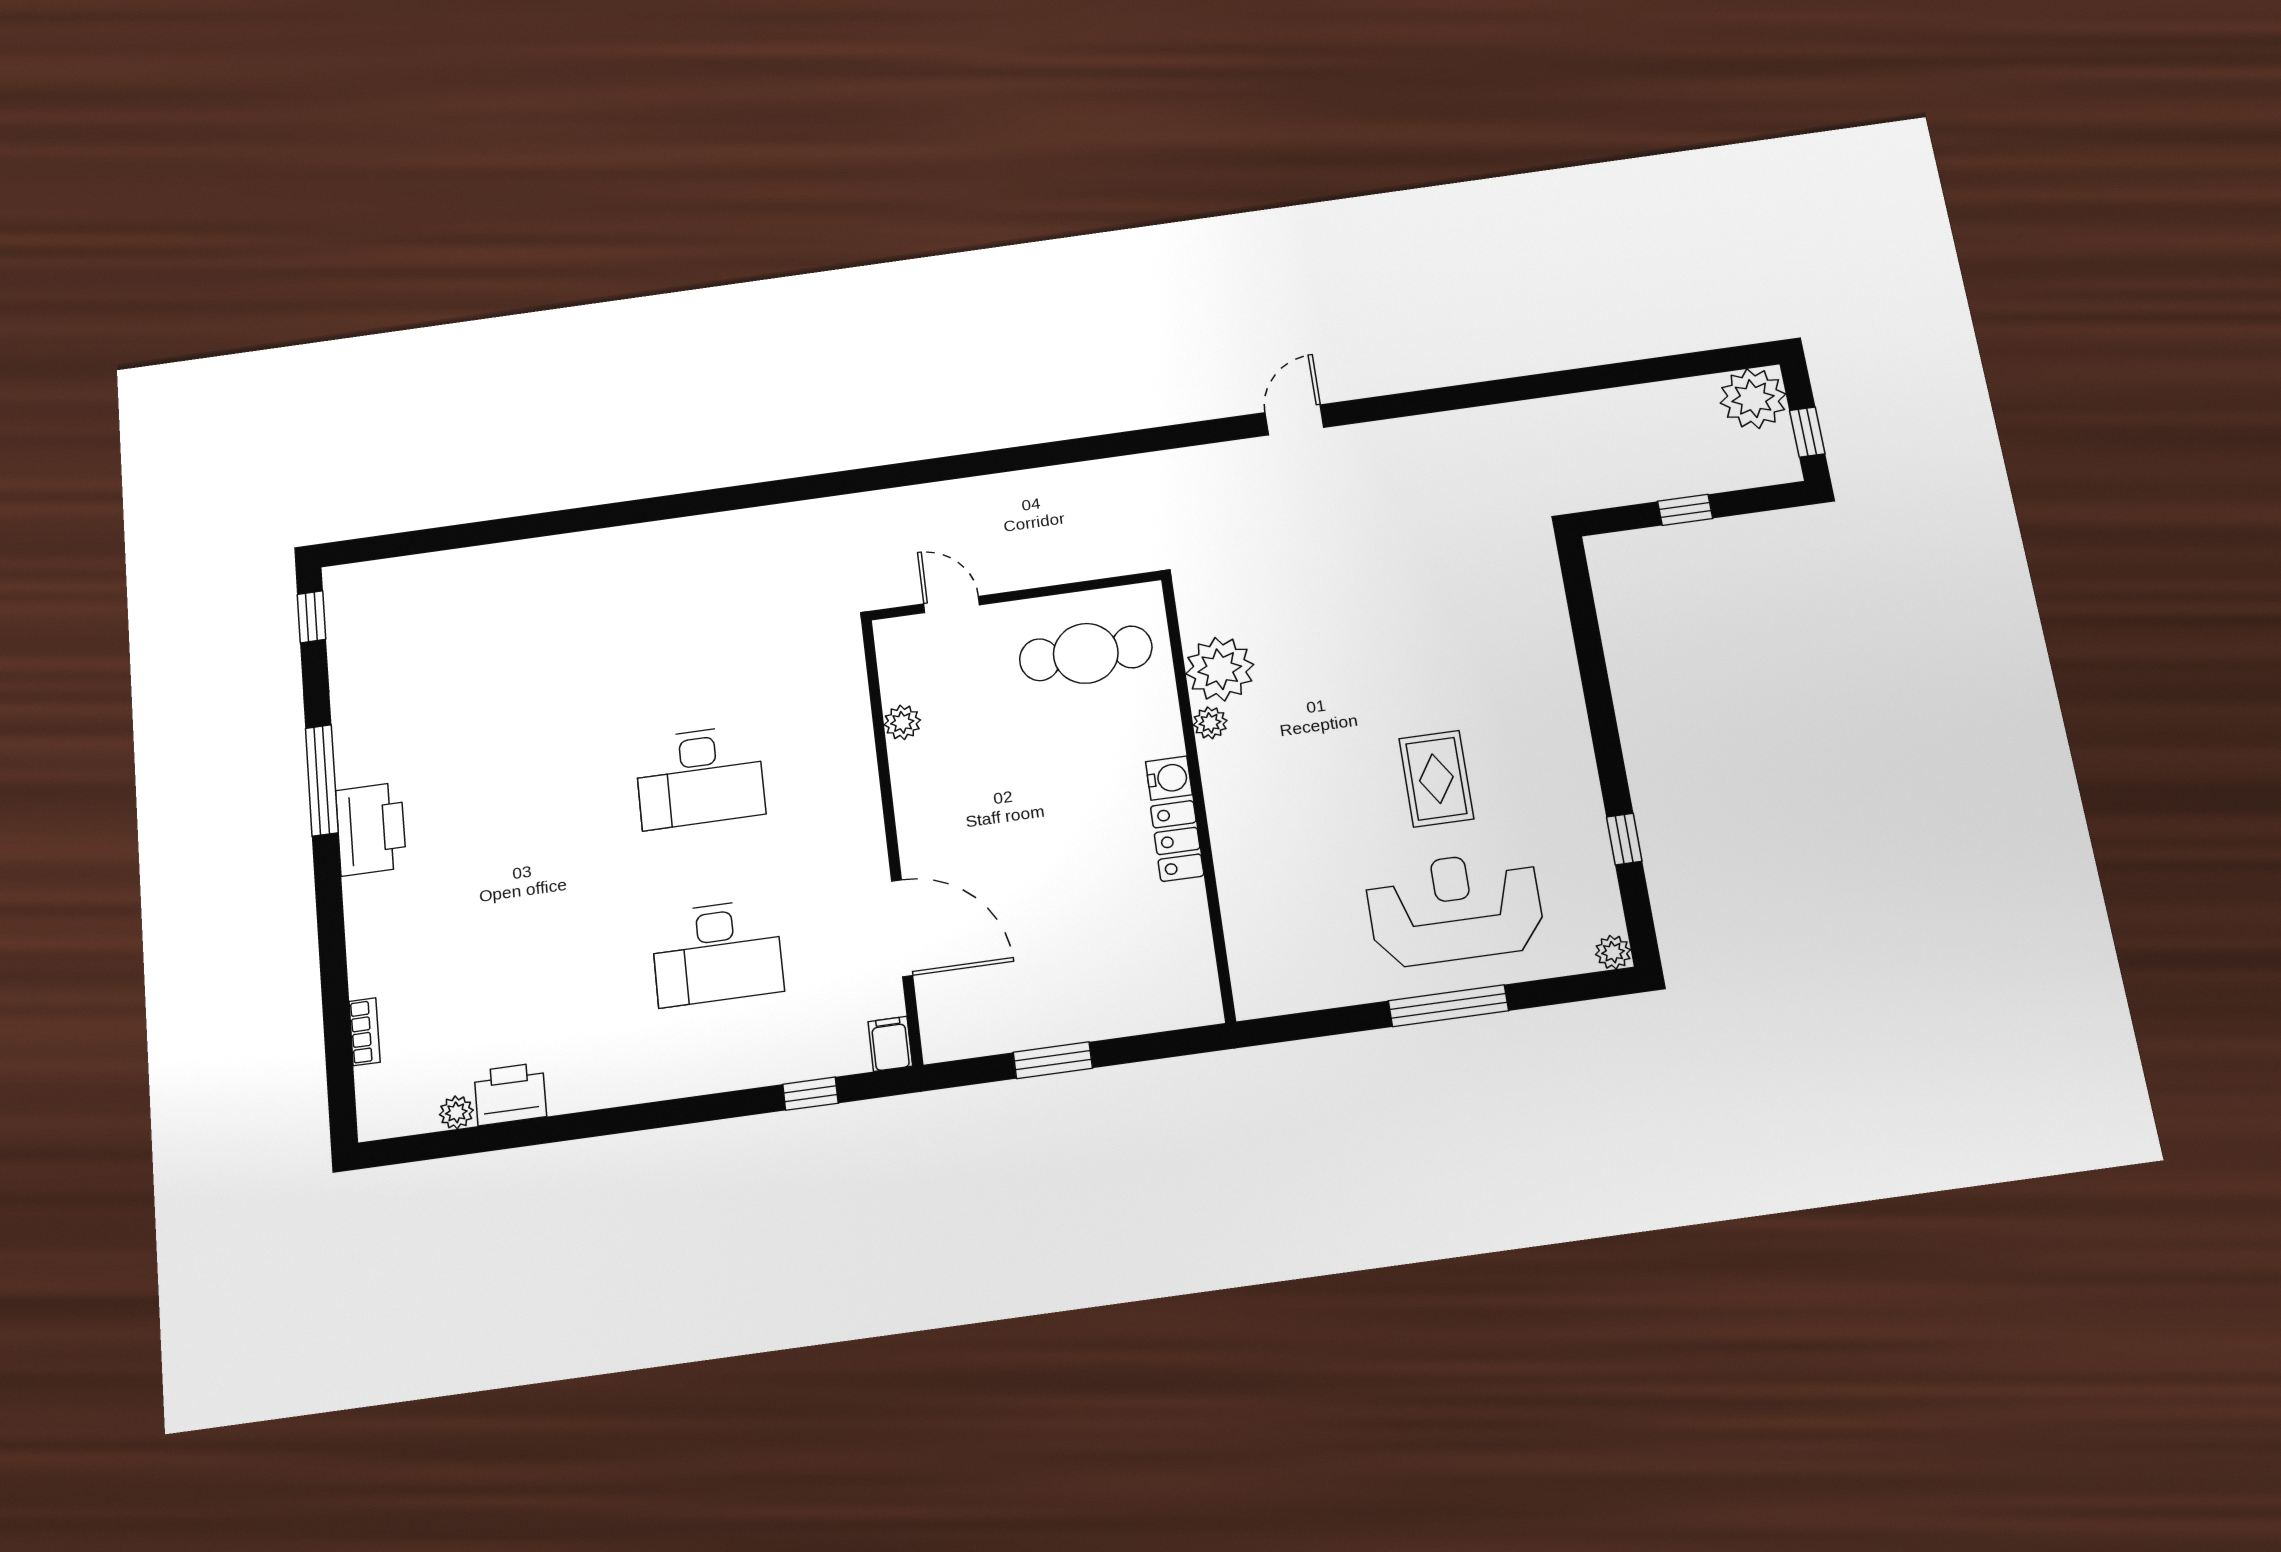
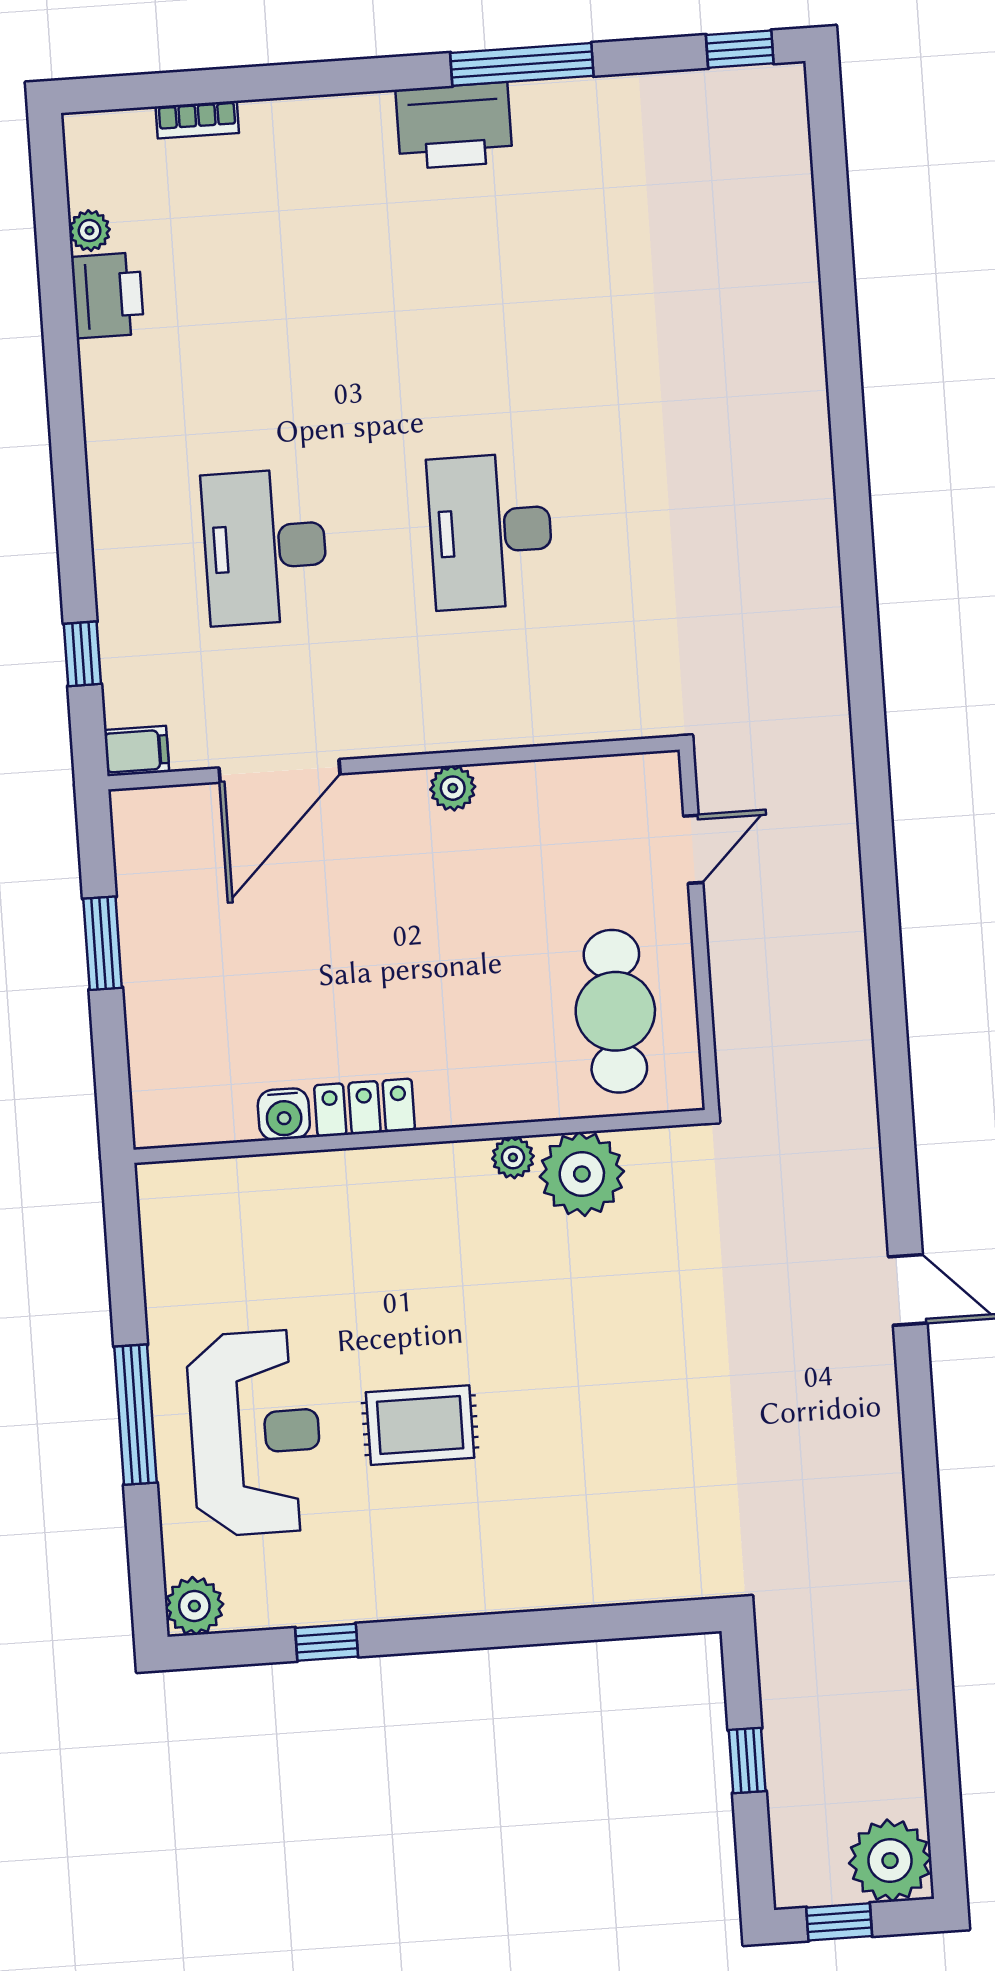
plant: (902, 722) -> (453, 788), moved
water cooler: (1169, 778) -> (284, 1114), moved
plant: (1613, 952) -> (194, 1606), width x1.38, depth x1.38

